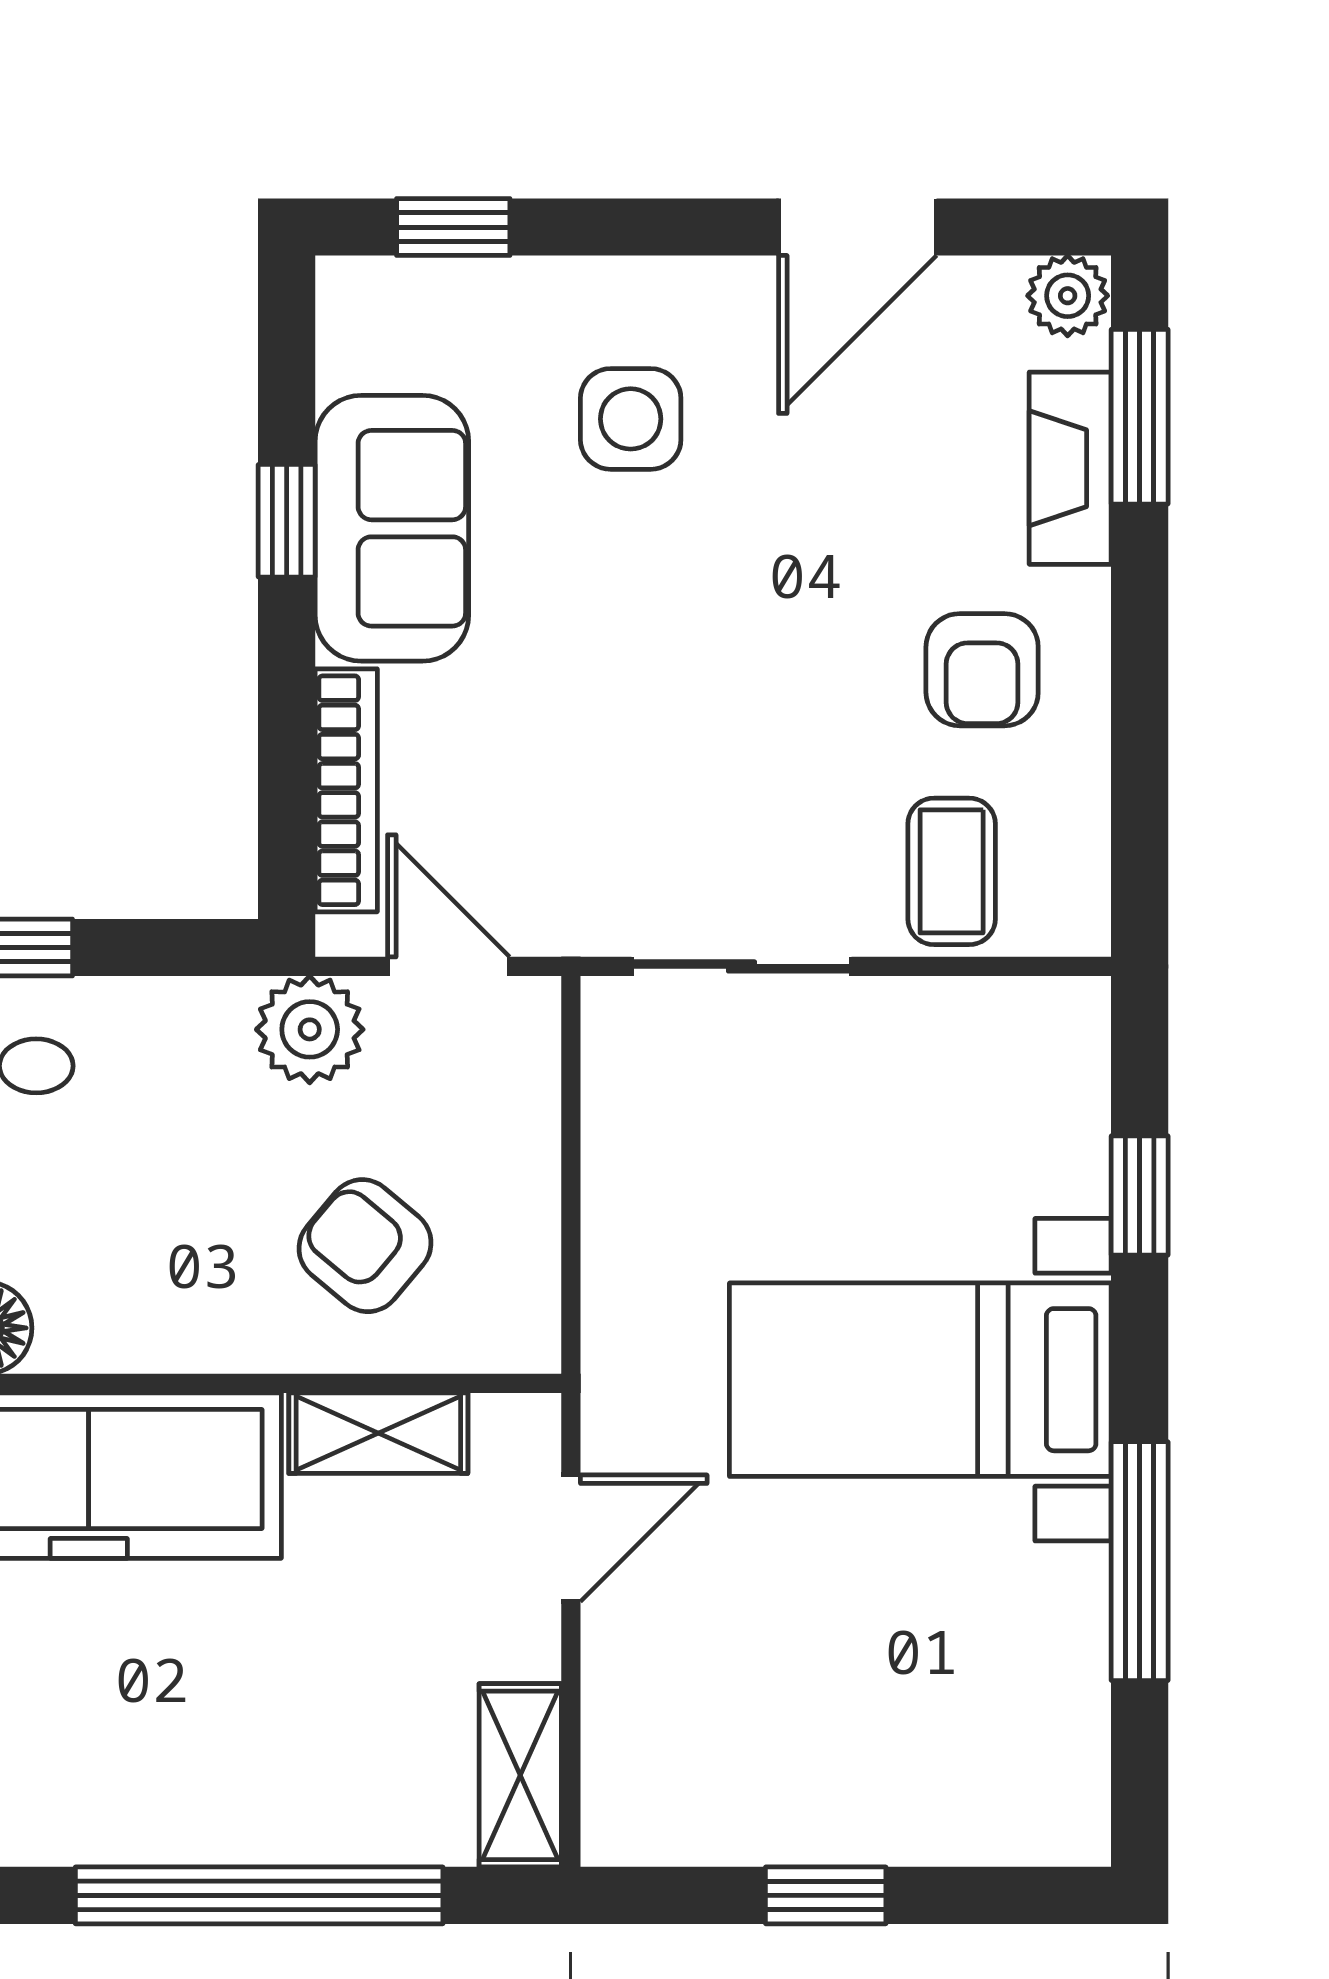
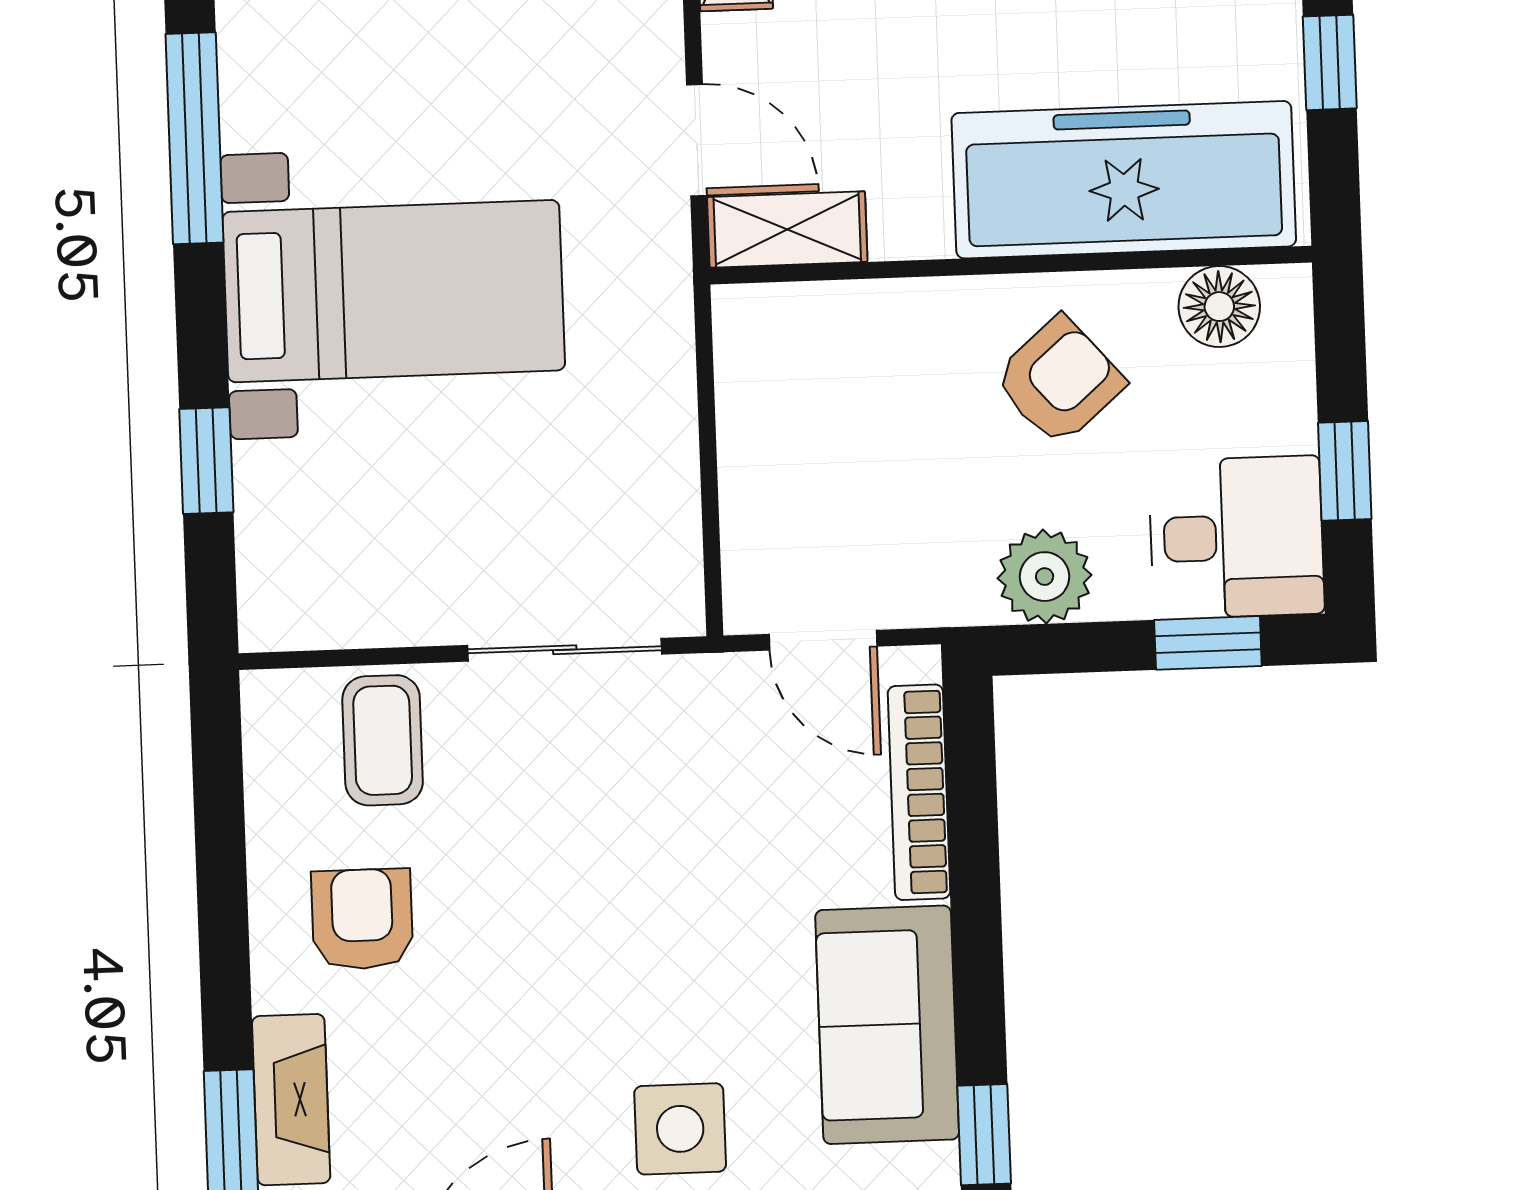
window: (287, 521) -> (984, 1135), moved
plant: (310, 1029) -> (1045, 577), moved
armchair: (365, 1246) -> (1059, 381), moved, turned -81
shelving: (378, 1433) -> (787, 229), moved
door: (571, 1538) -> (697, 140), swing flipped

